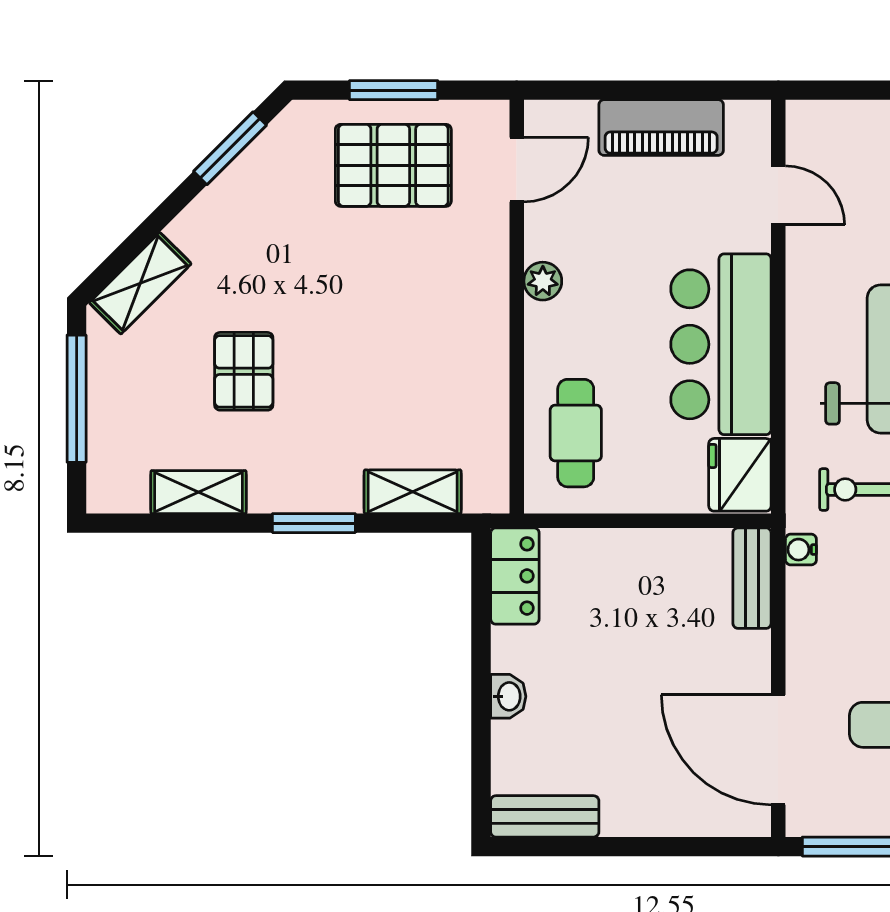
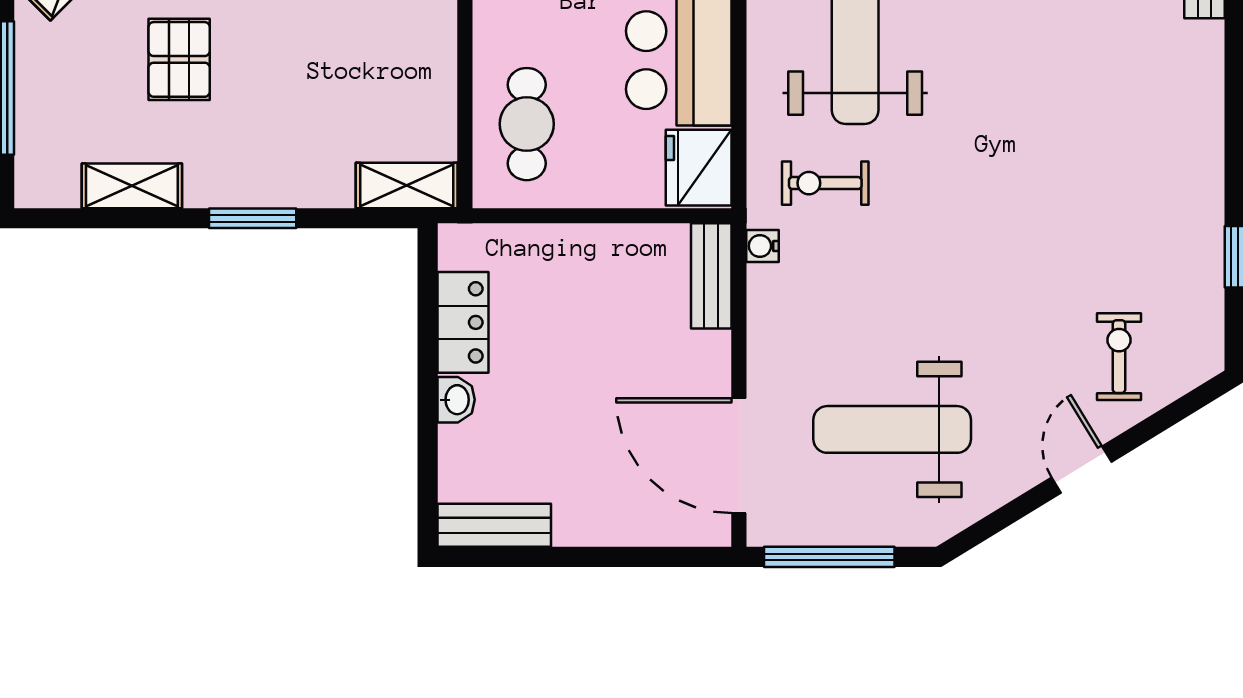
shelving: (413, 492) -> (407, 185), moved
locker: (515, 576) -> (463, 322), moved

